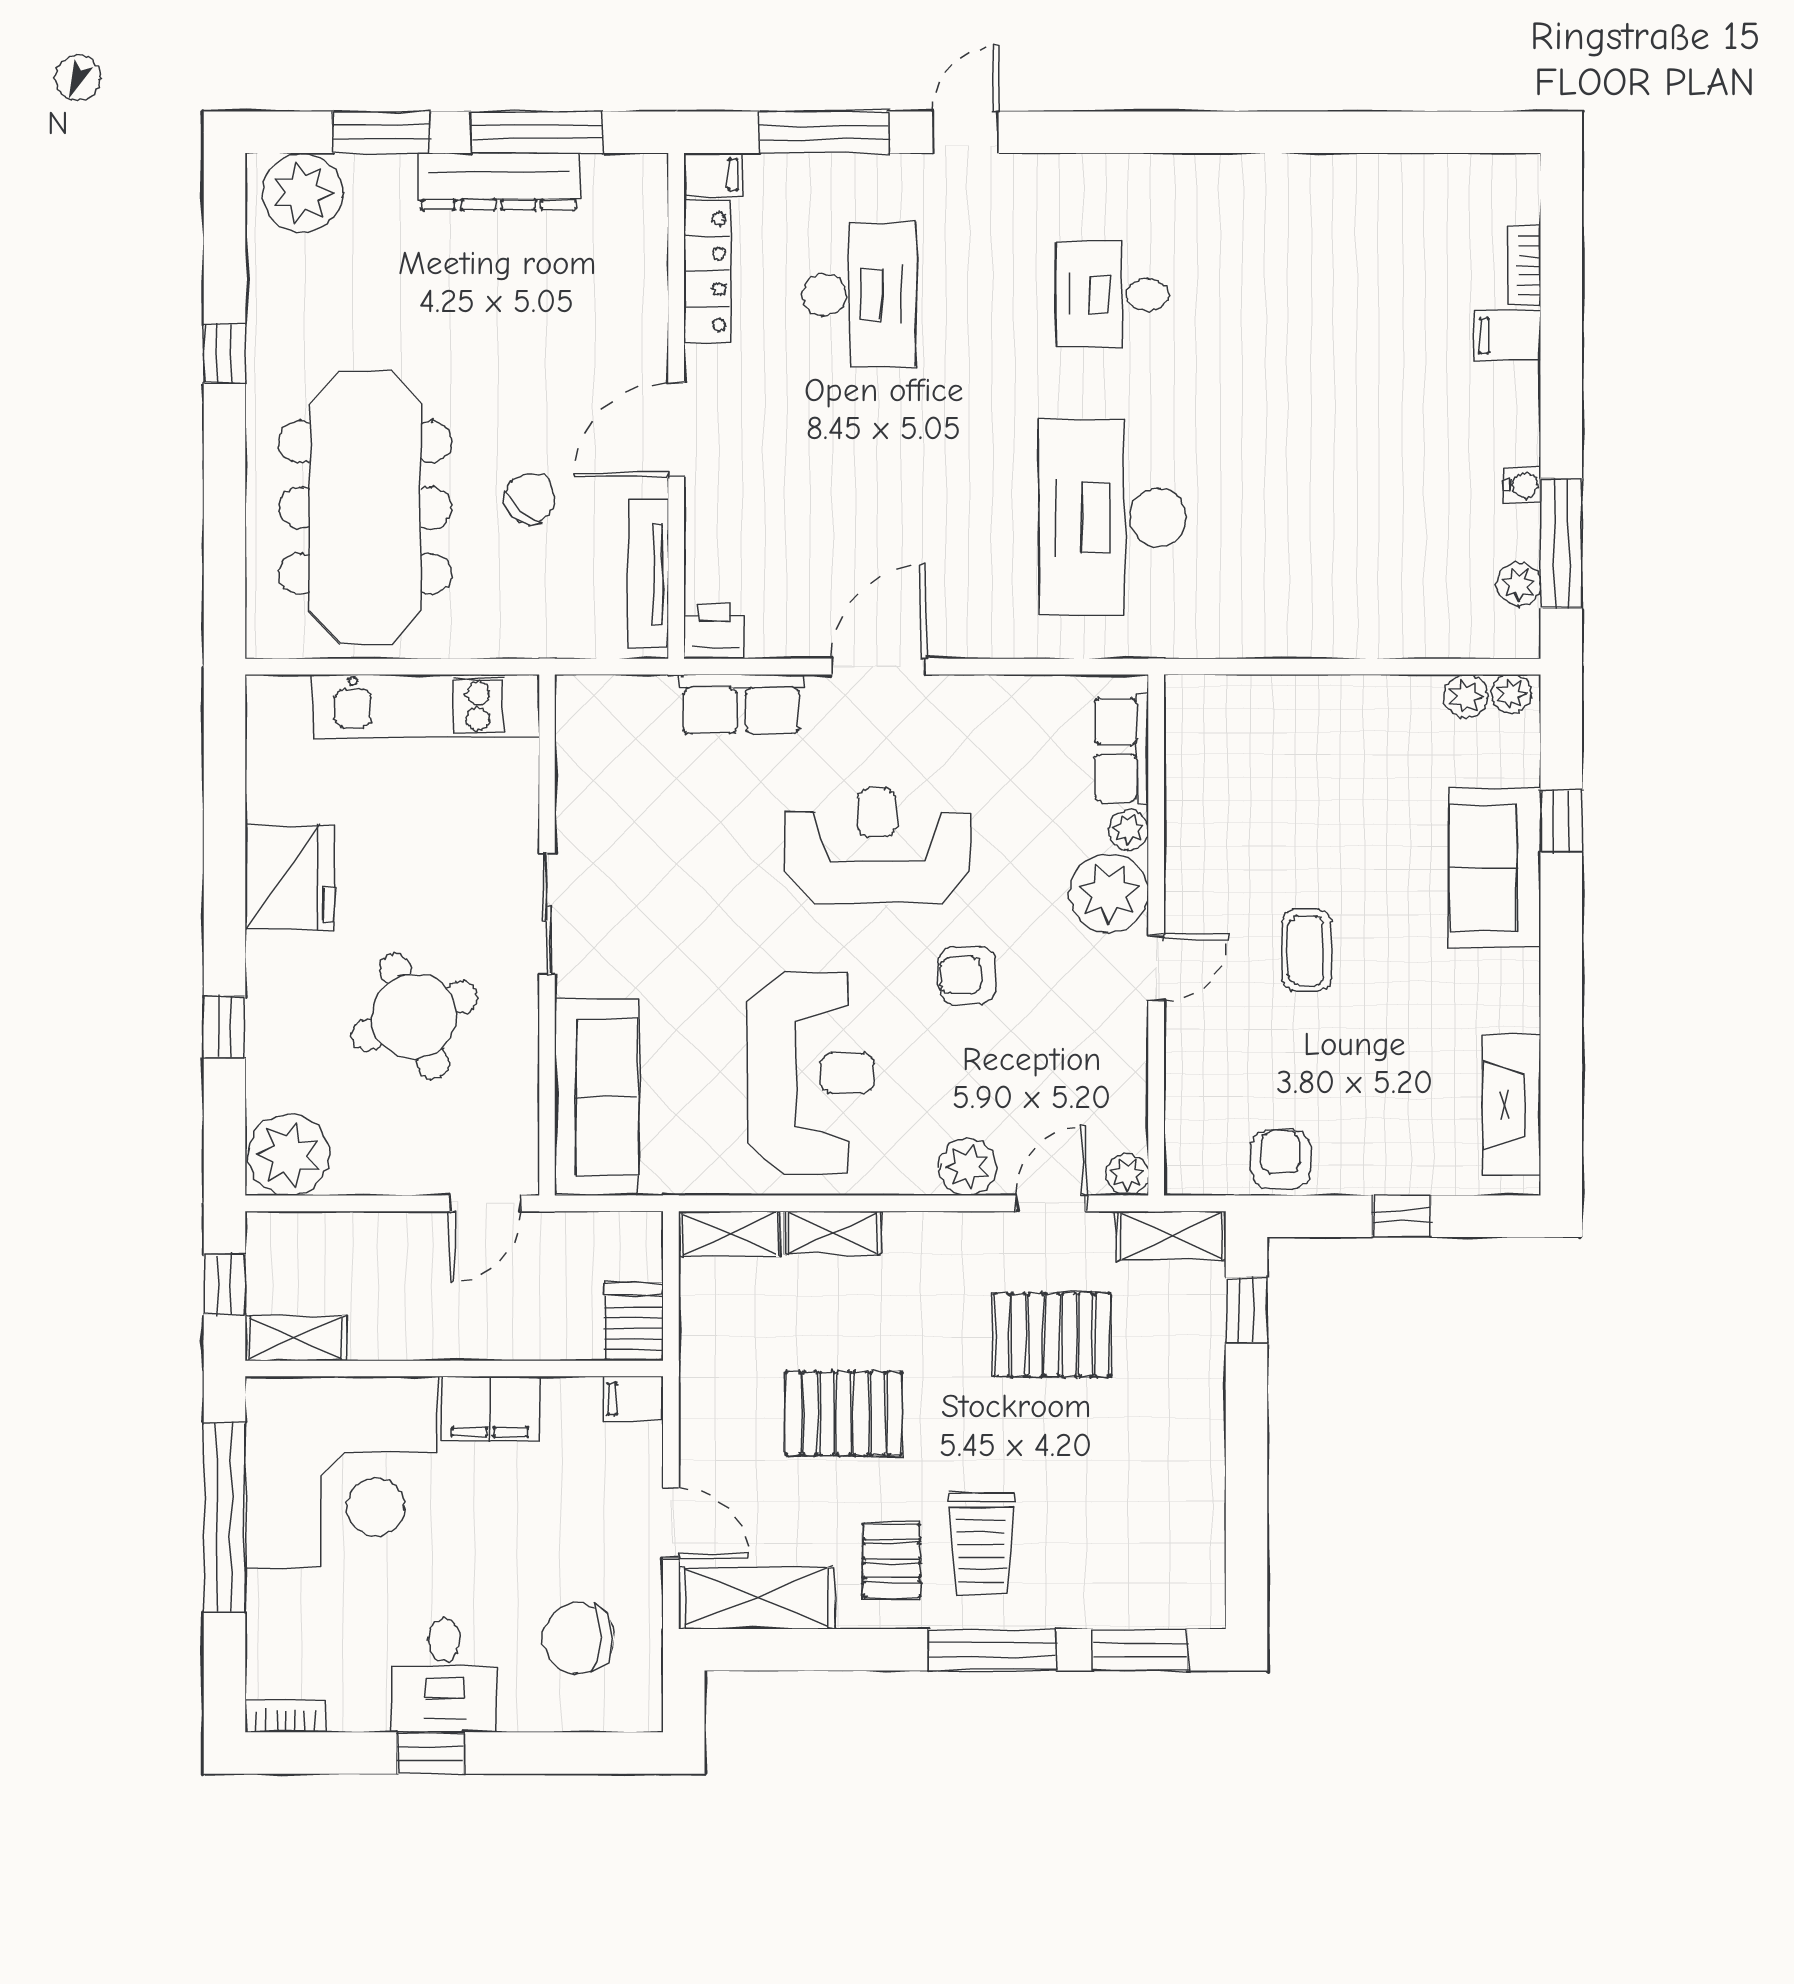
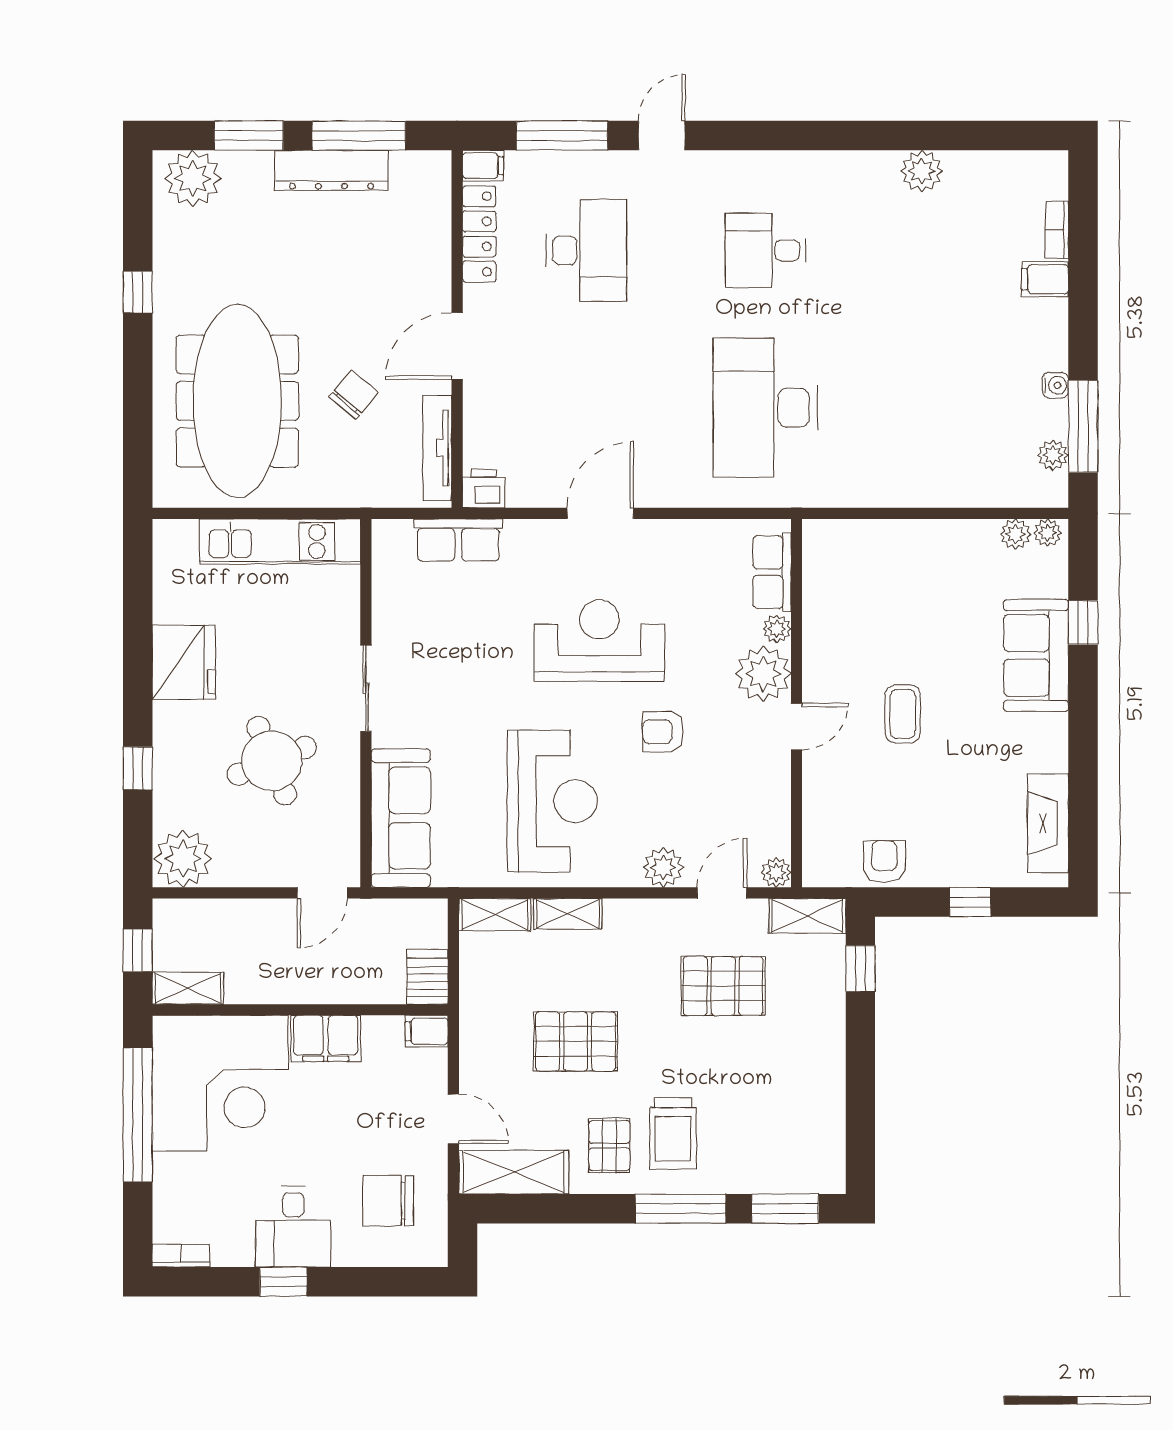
plant: (1333, 182) -> (922, 171), added
row of seats: (741, 704) -> (458, 540), moved

